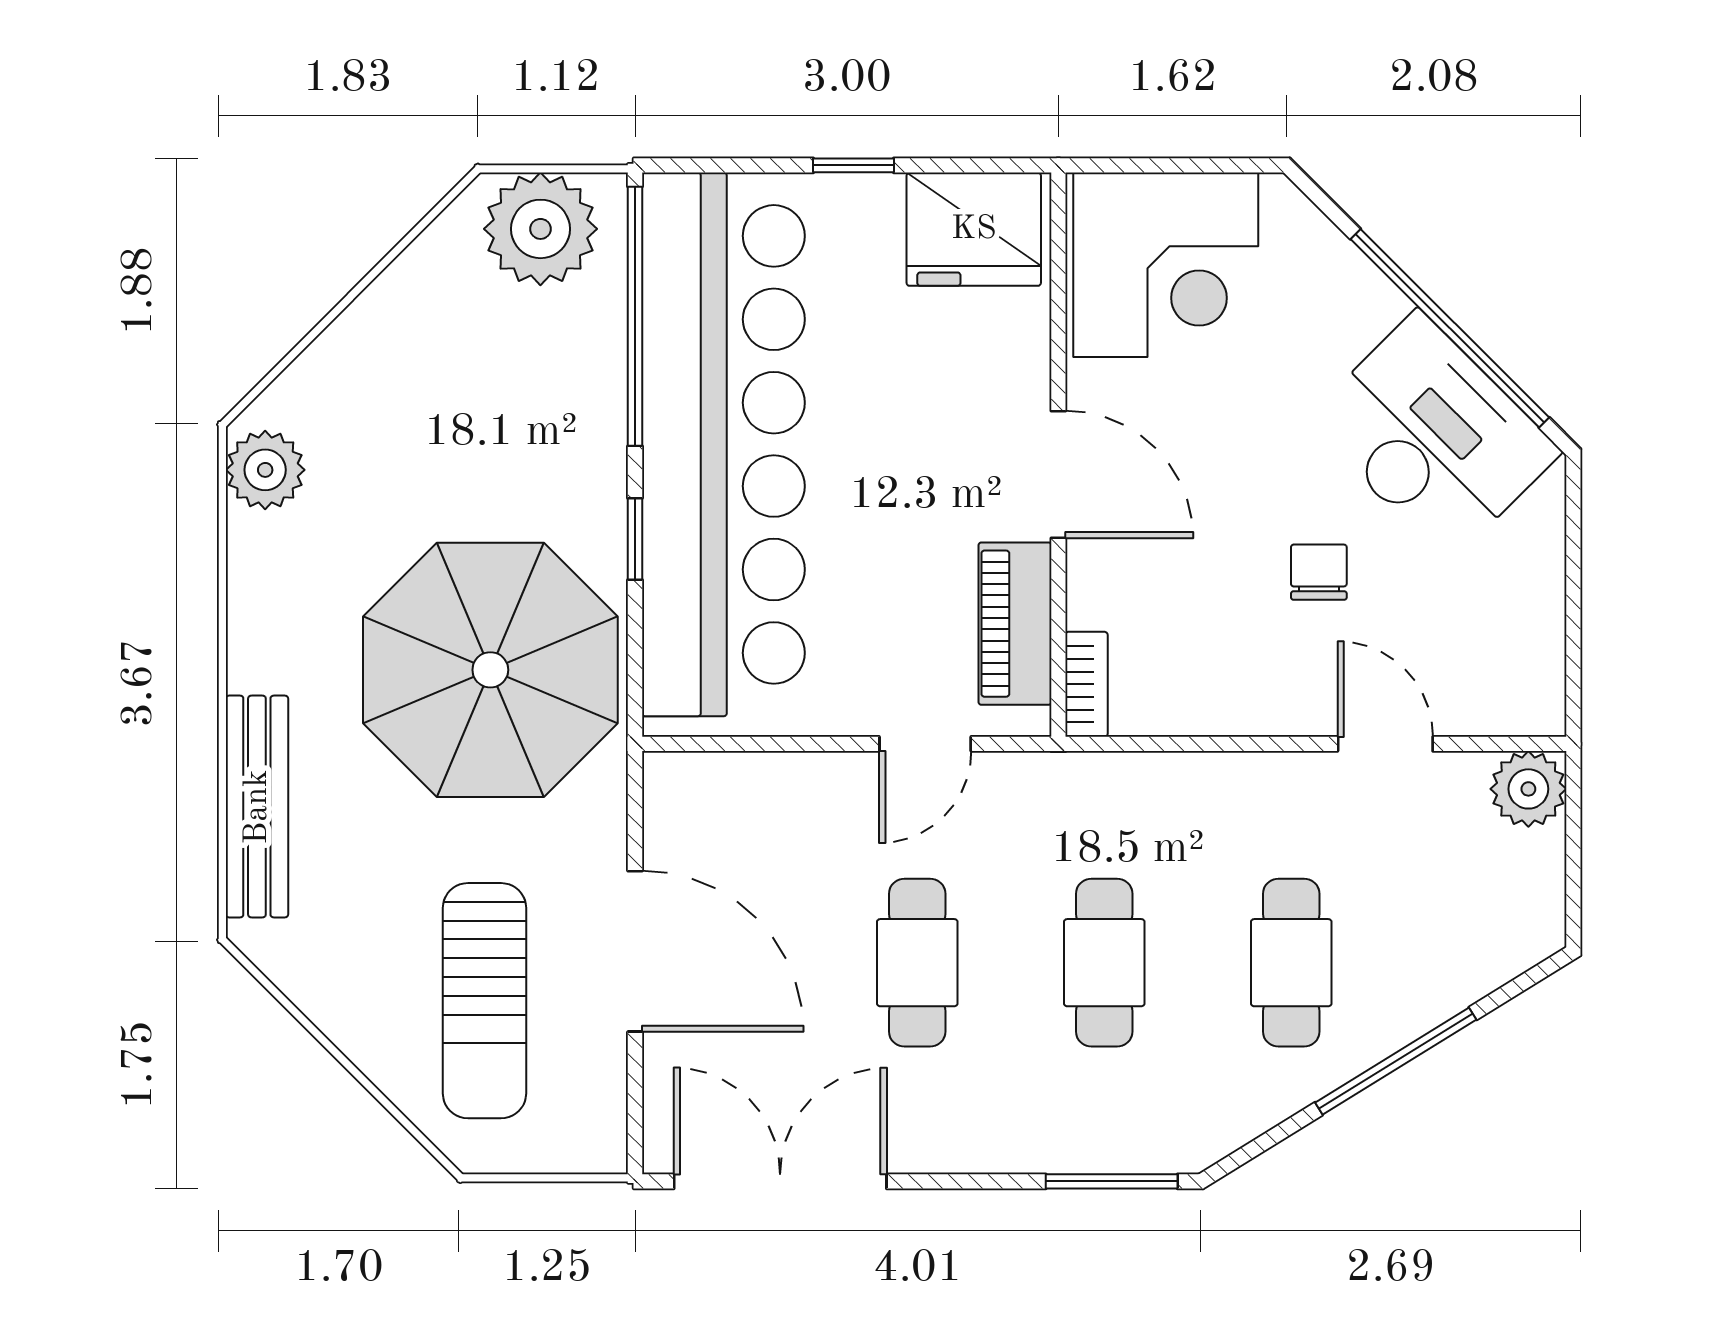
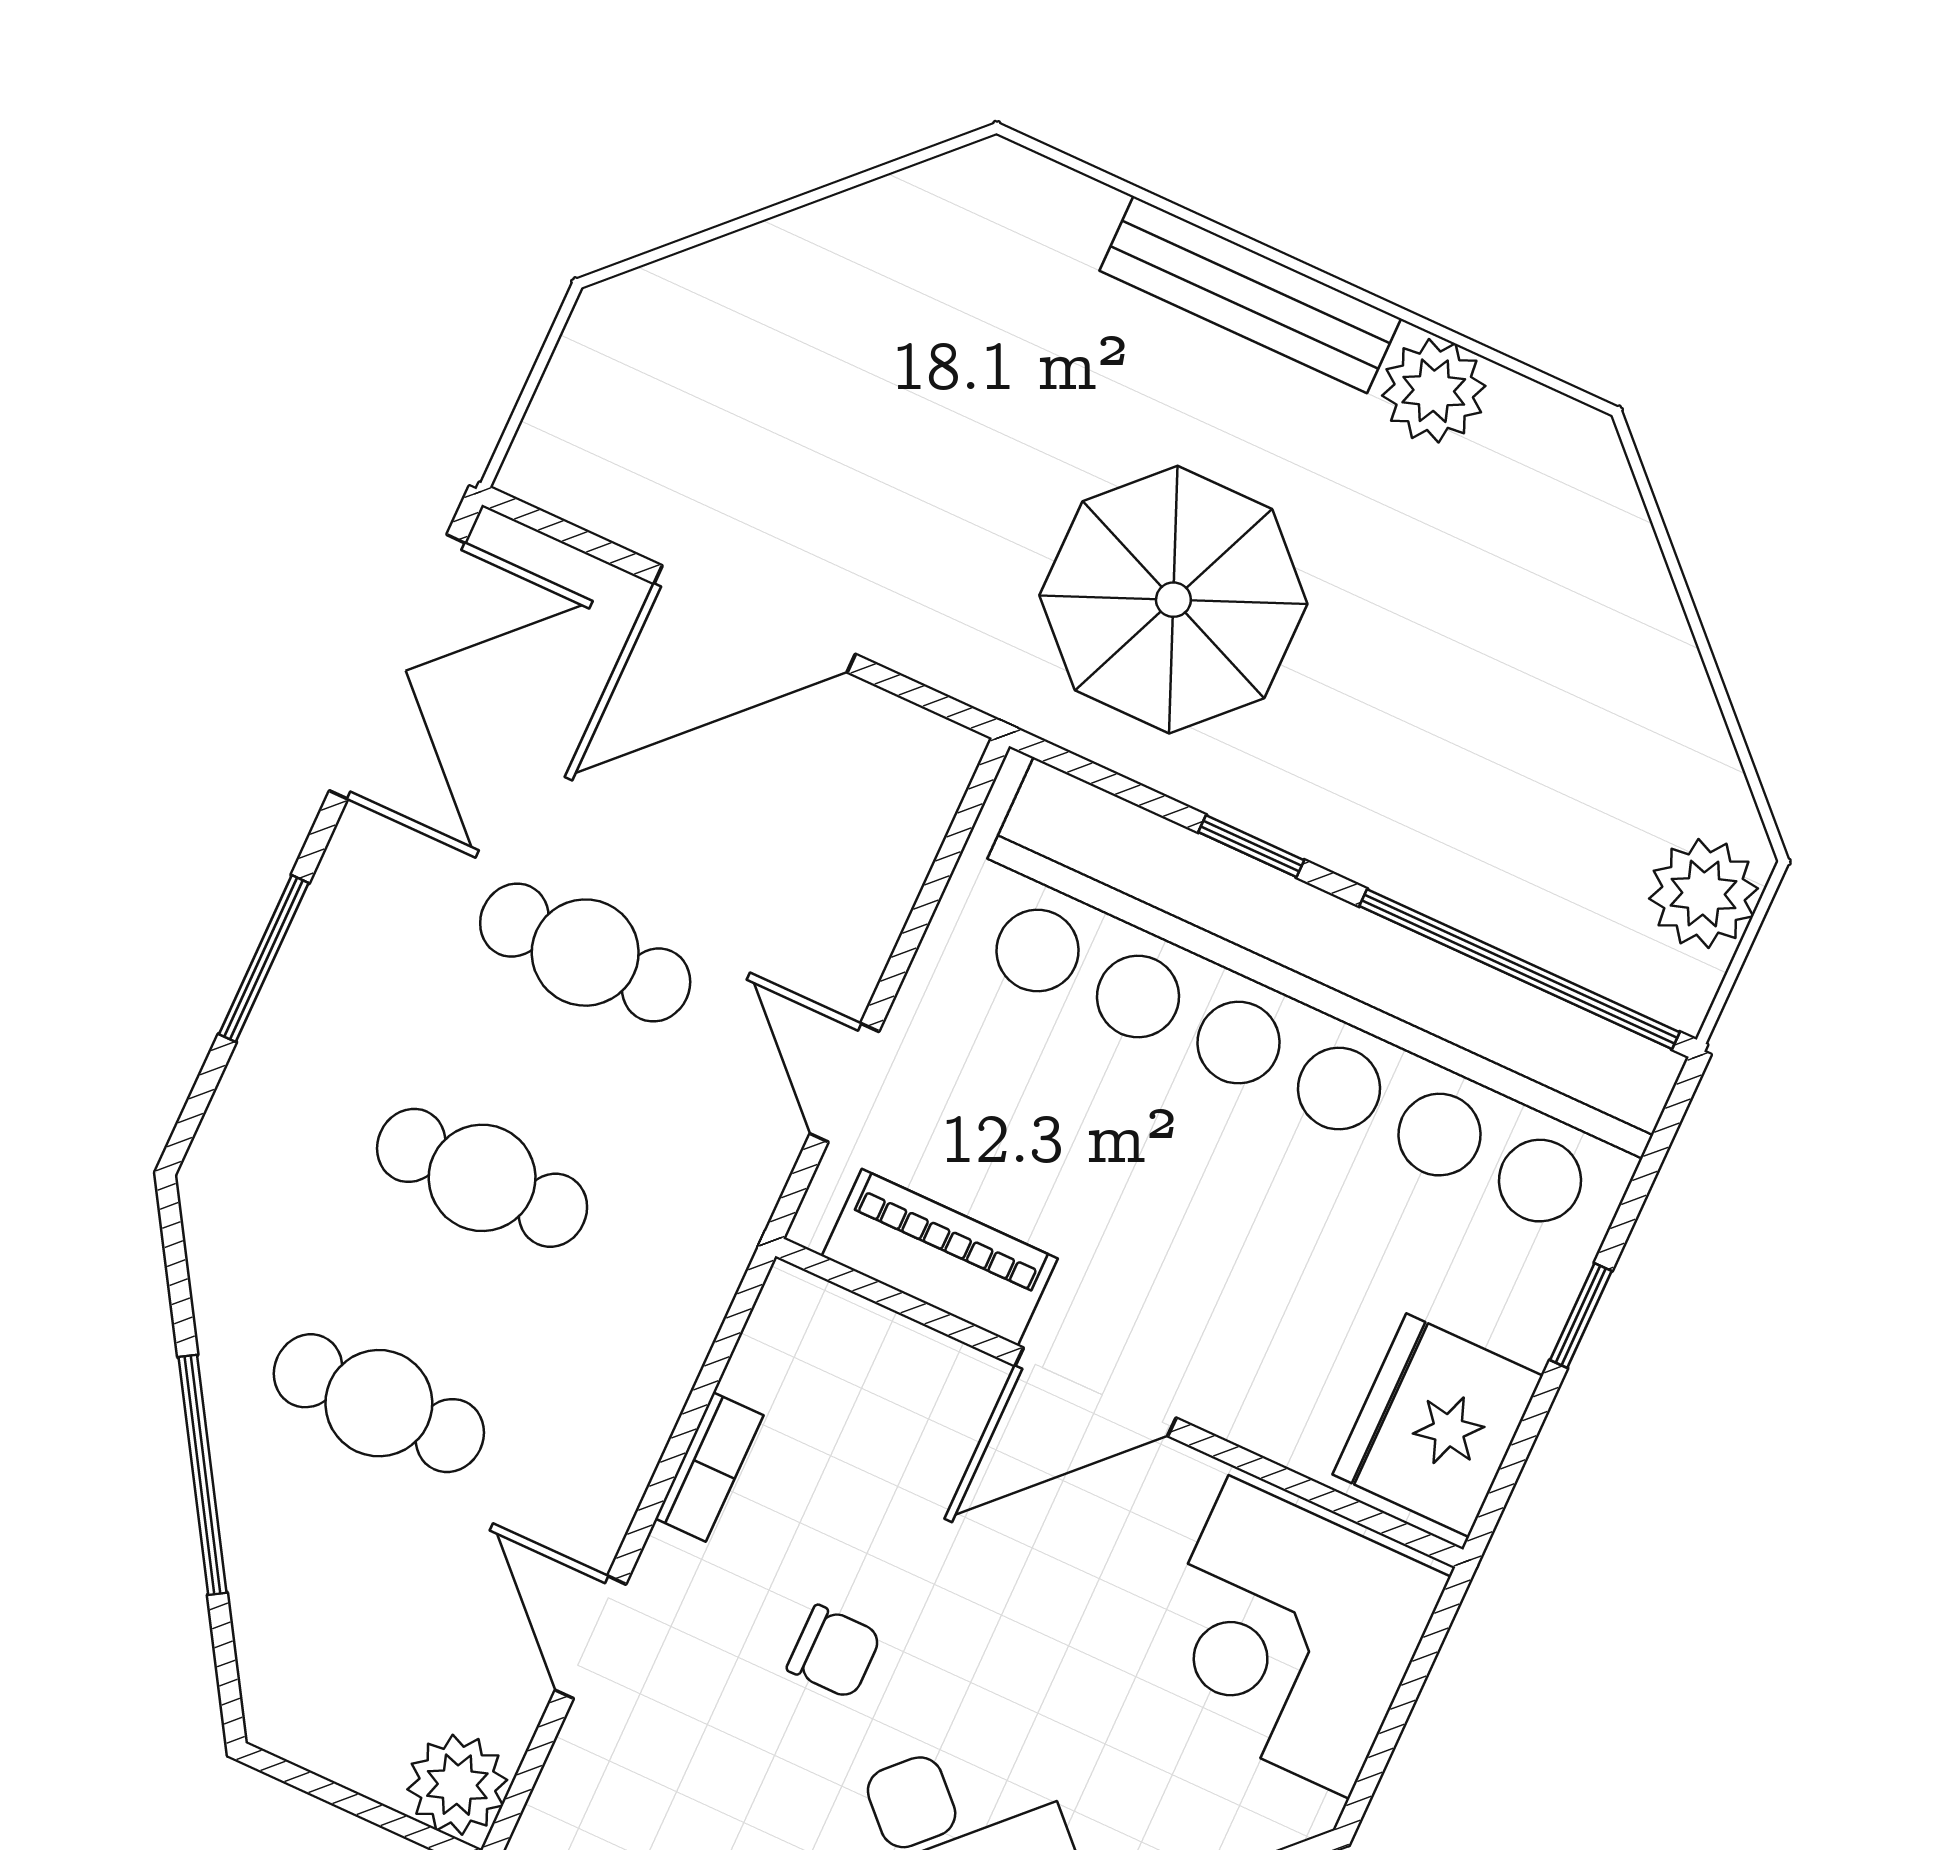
plant: (540, 229) -> (1703, 893), width x0.73, depth x0.73
plant: (265, 470) -> (1434, 391), moved
parasol: (490, 670) -> (1173, 600), width x0.73, depth x0.73
bookcase: (1086, 684) -> (709, 1467), moved, turned -90
door: (1385, 744) -> (590, 1637), swing flipped
bench: (257, 807) -> (1250, 295), moved
sun lounger: (484, 1001) -> (778, 410), removed
window: (1112, 1181) -> (264, 959), moved

